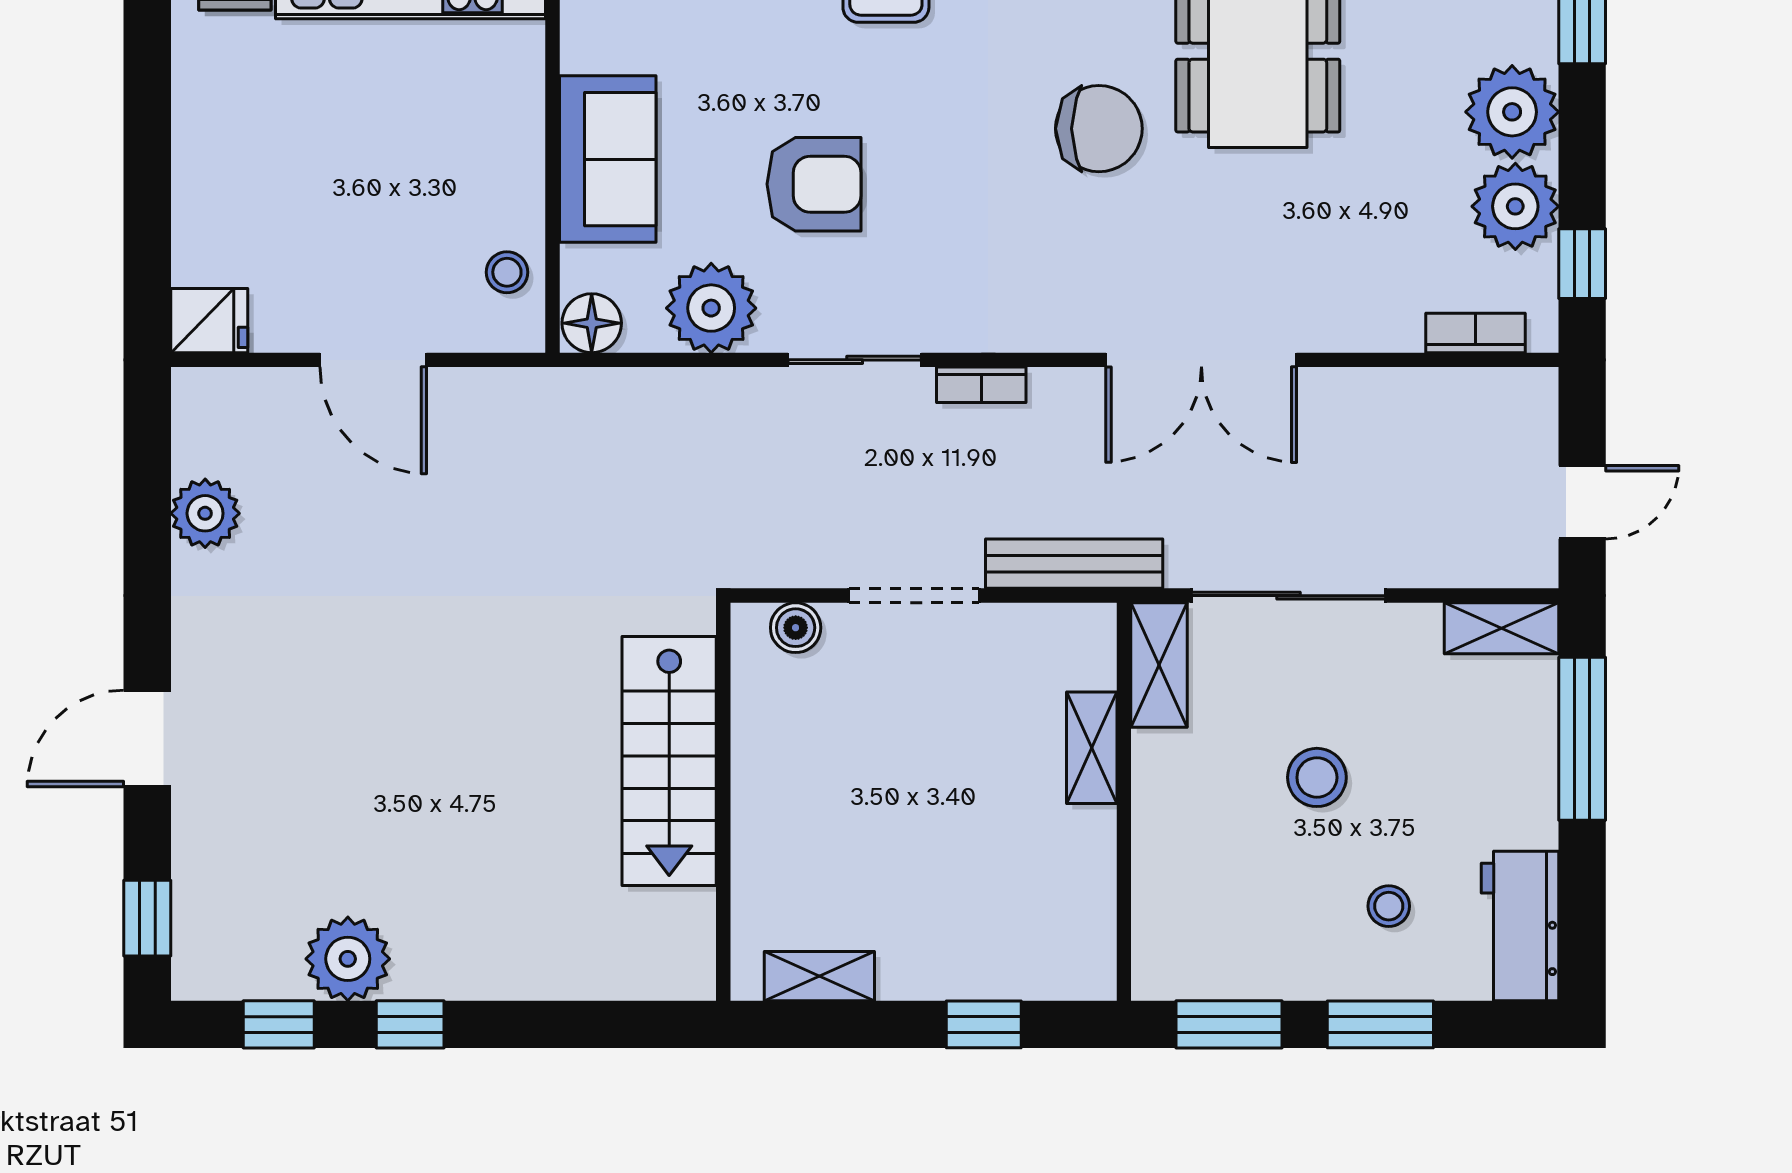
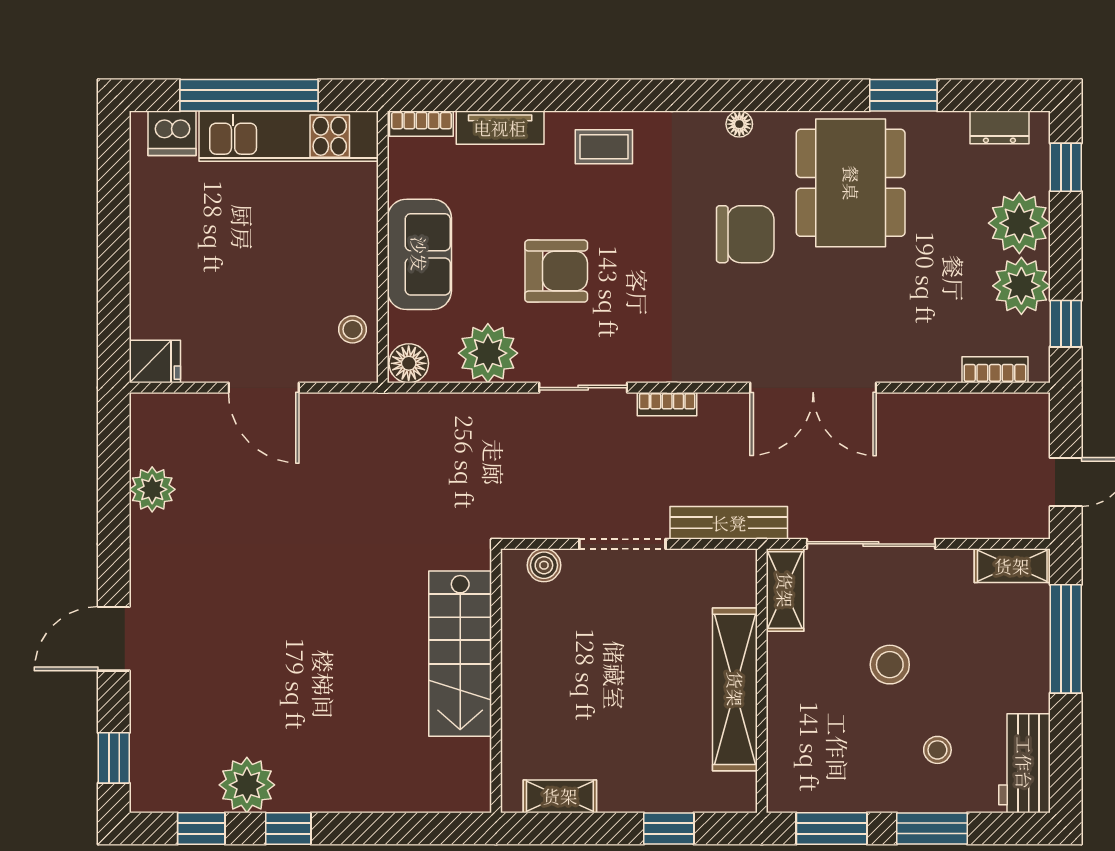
shelving: (1092, 748) -> (735, 689), width x2.20, depth x1.33

